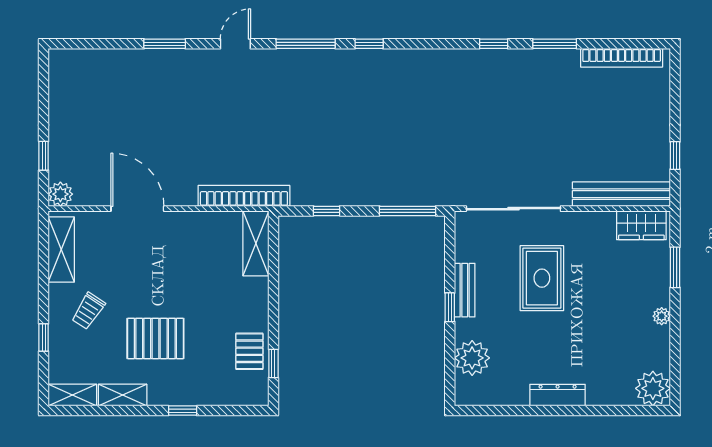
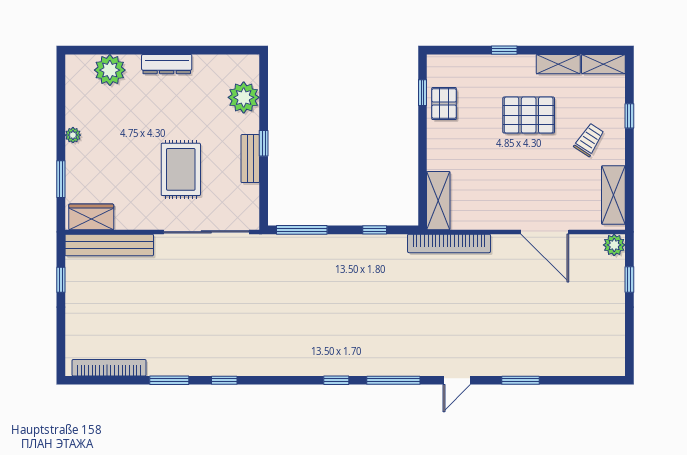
plant: (653, 388) -> (110, 70), moved

